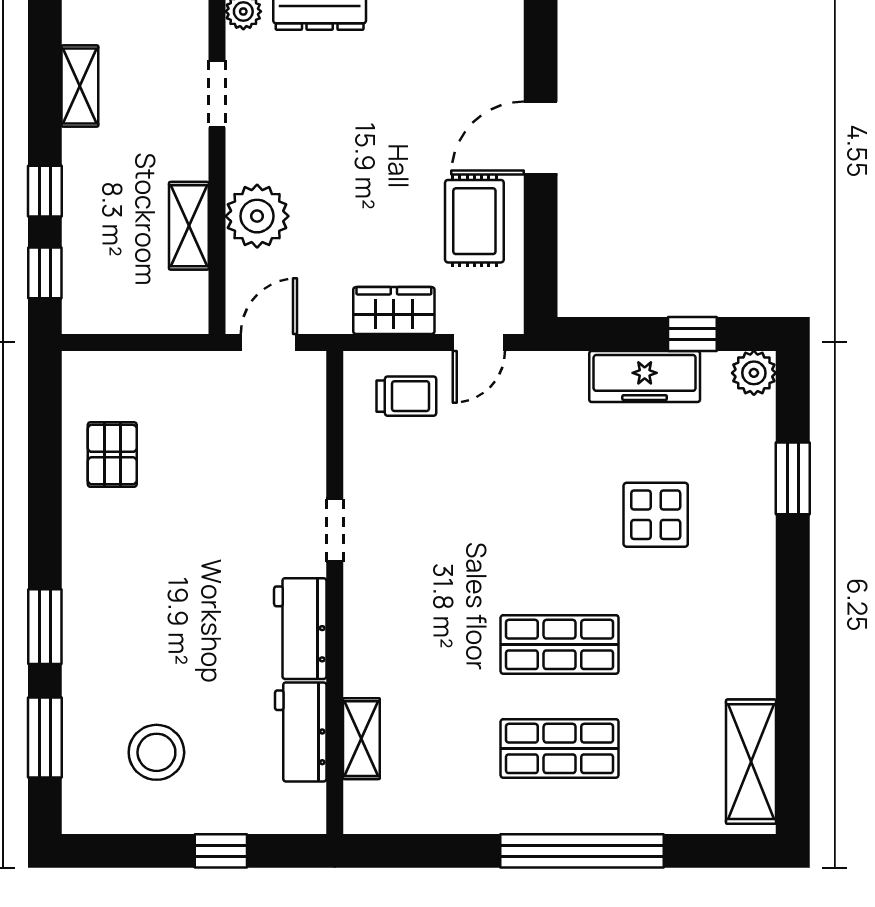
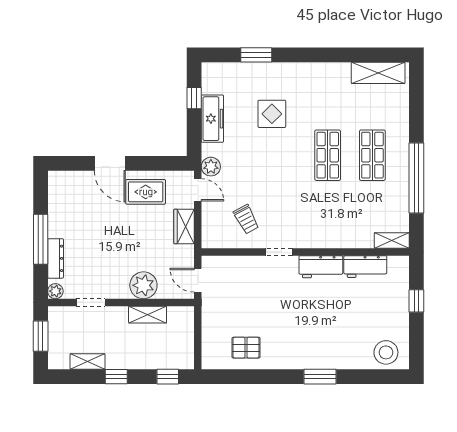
window: (45, 191) -> (116, 377), moved
plant: (754, 373) -> (211, 167), moved
trolley: (406, 396) -> (246, 219), moved, turned 152
window: (45, 738) -> (368, 377), removed
shelving: (361, 739) -> (392, 240), moved
stool: (156, 752) -> (386, 352), moved
window: (582, 851) -> (416, 178), moved

